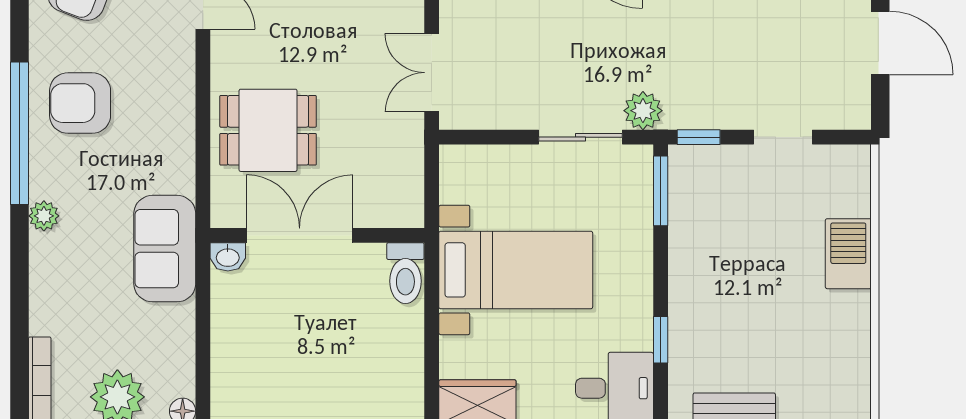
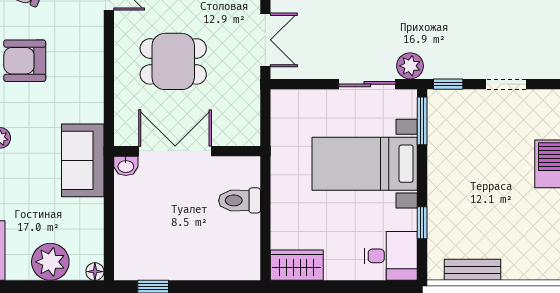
double door: (432, 73) -> (265, 40), swing flipped
dining table: (268, 130) -> (173, 61), moved
bed with nightstands: (516, 270) -> (365, 164), moved, turned 180
toilet: (405, 273) -> (240, 200), moved, turned 90

